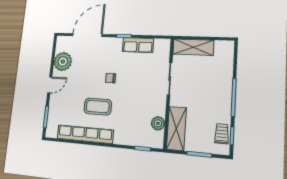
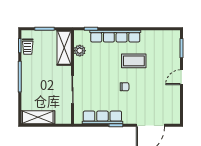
row of seats: (138, 45) -> (102, 117), width x1.48
shelving: (193, 47) -> (38, 117), moved
plant: (63, 62) -> (171, 100), removed
row of seats: (85, 134) -> (115, 36), moved

